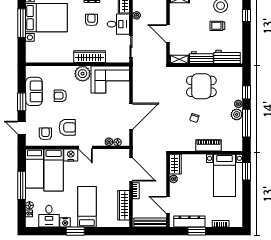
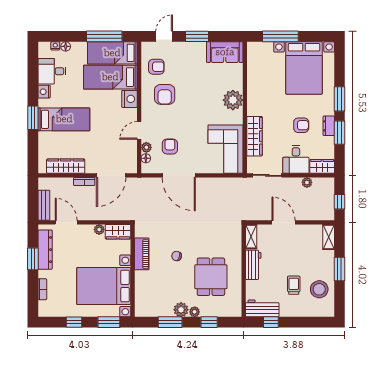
window: (247, 16) -> (271, 322), moved
window: (22, 23) -> (280, 36), moved
door: (168, 34) -> (283, 222), hinge flipped
wardrobe: (90, 57) -> (255, 136), moved
workbench: (227, 57) -> (262, 308), moved, turned -90
plant: (83, 74) -> (233, 100), moved
dining table: (201, 86) -> (211, 277), moved
sofa: (34, 91) -> (225, 52), moved
armchair: (60, 96) -> (170, 146), moved
window: (247, 123) -> (170, 322), width x0.69
piano: (208, 145) -> (142, 254), moved
door: (85, 147) -> (139, 130), moved
bed with nightstands: (224, 175) -> (104, 286), width x1.36
window: (22, 185) -> (104, 36), moved
window: (247, 199) -> (74, 322), added
door: (168, 205) -> (66, 222), hinge flipped
bench: (150, 222) -> (44, 205), width x0.73
window: (75, 231) -> (33, 118), moved

